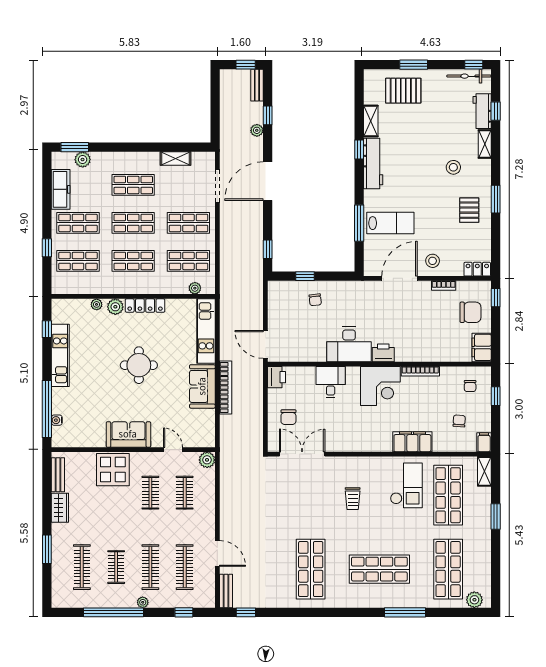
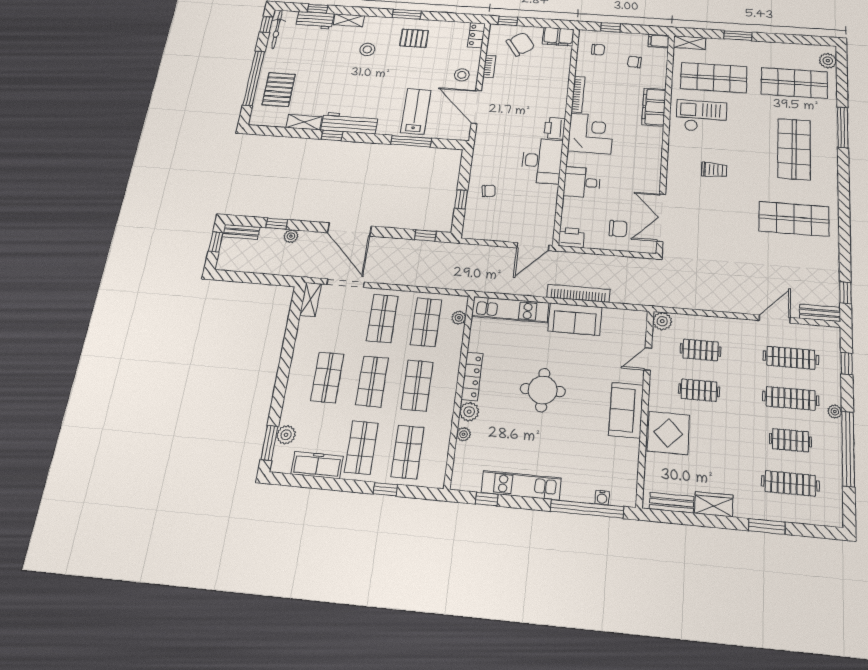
window: (414, 65) -> (254, 78), width x2.11
shelving: (175, 158) -> (311, 300), moved
chair: (470, 312) -> (520, 44), turned 55

